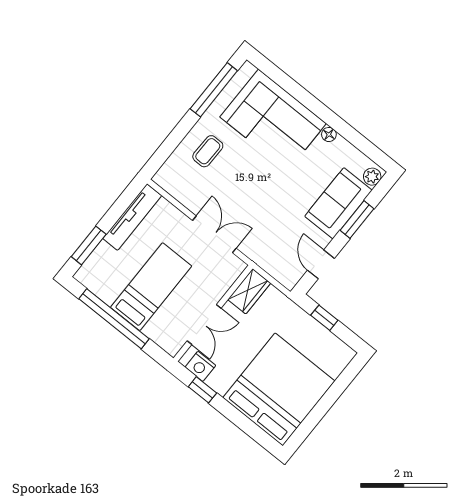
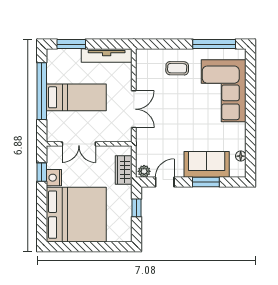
floor lamp: (329, 134) -> (241, 156), moved
plant: (372, 177) -> (144, 171), moved
wardrobe: (249, 291) -> (124, 170), moved, turned 90
nightstand: (200, 366) -> (54, 178), moved

